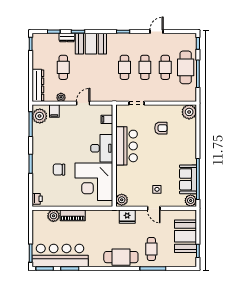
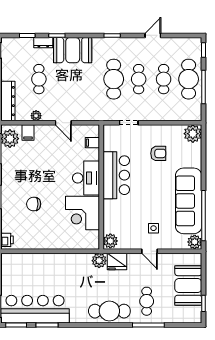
cafe table: (124, 67) -> (114, 79), width x1.37, depth x1.35
door: (83, 103) -> (63, 123), swing flipped
sofa: (188, 179) -> (189, 201), width x1.85, depth x1.27
corner desk: (94, 182) -> (82, 213), width x0.74, depth x0.74
piano: (73, 215) -> (51, 260), removed
plant: (53, 216) -> (99, 261), moved

